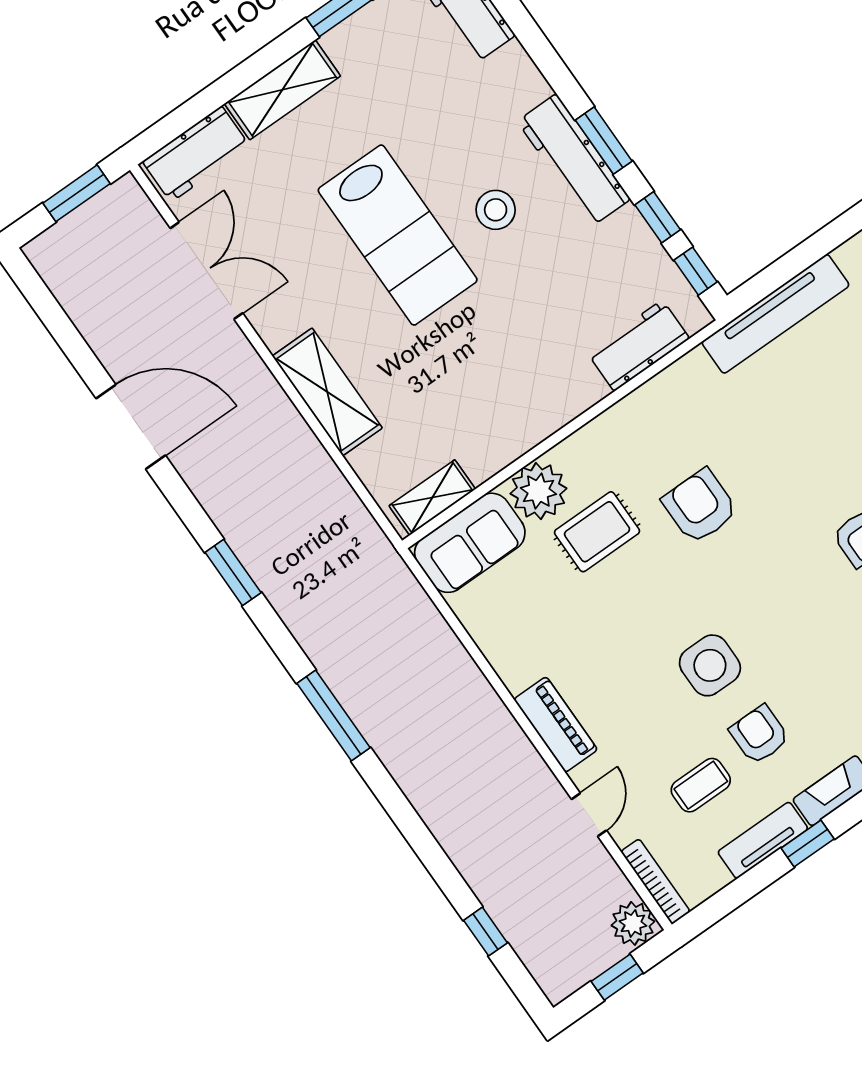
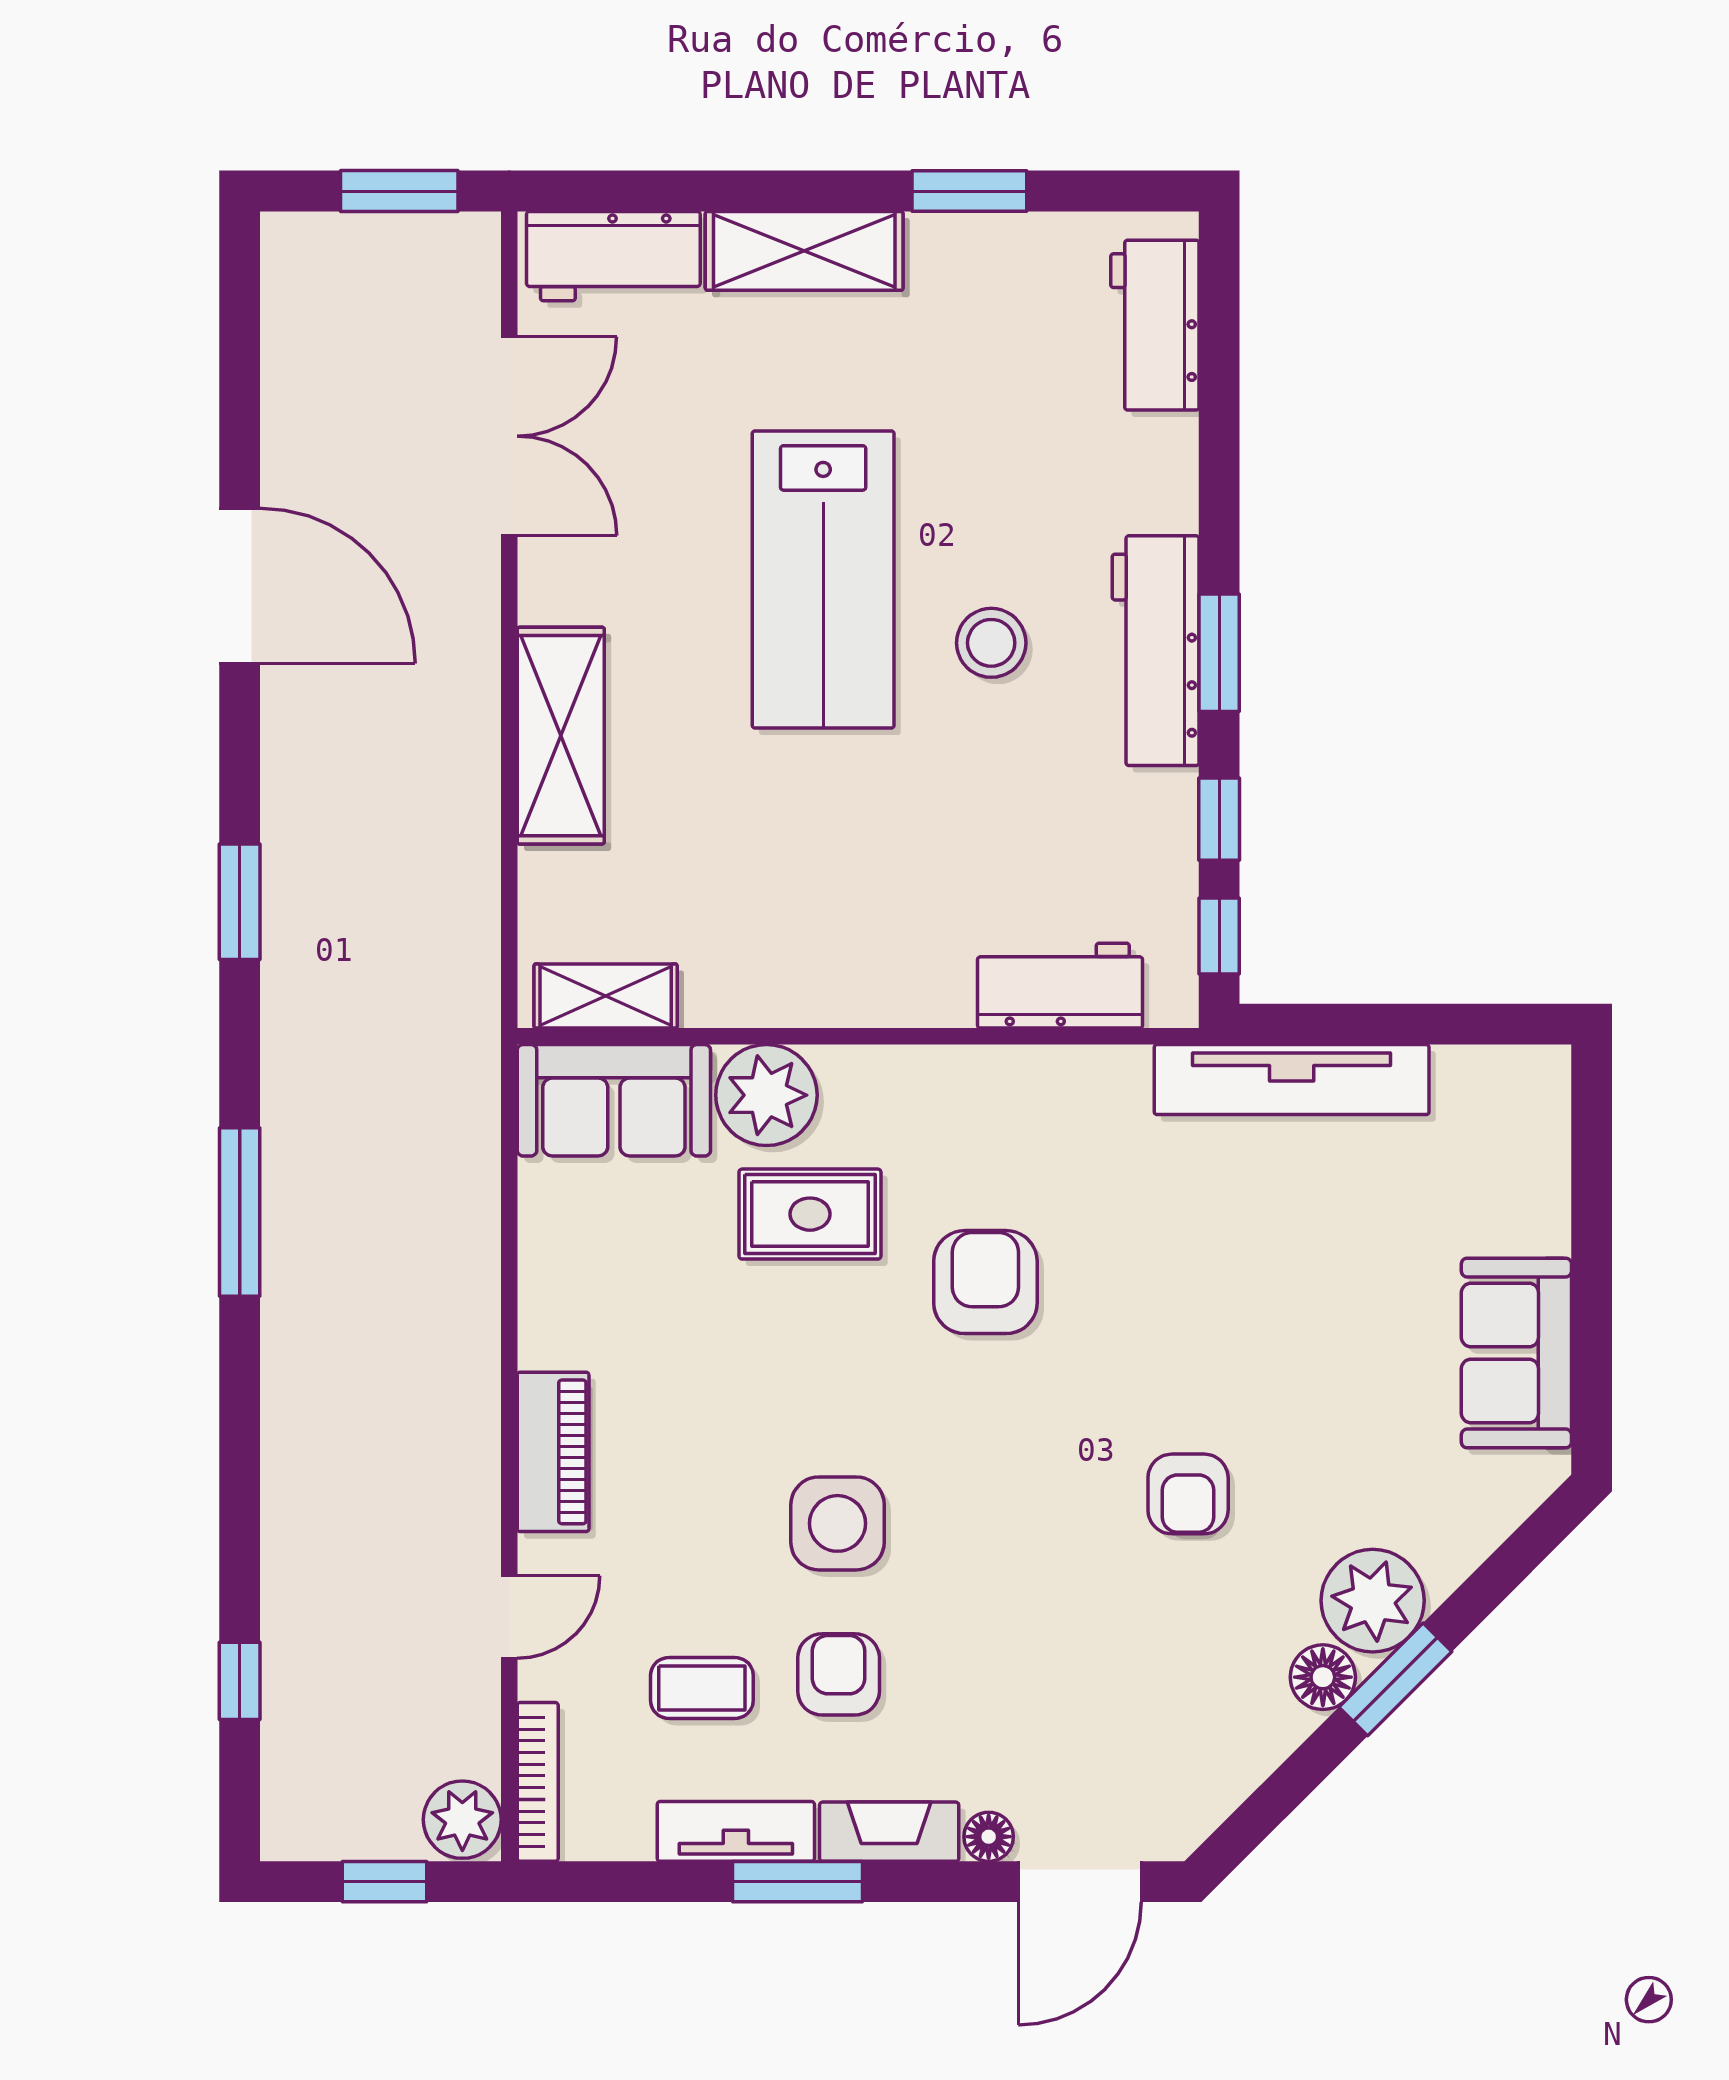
window: (808, 843) -> (798, 1882), width x1.50

